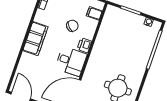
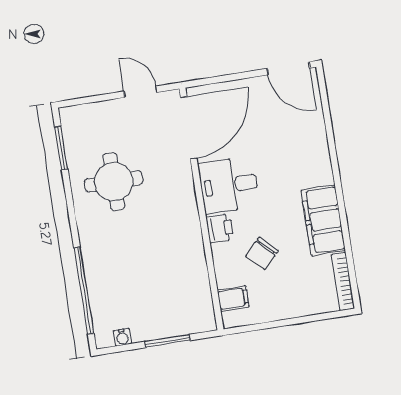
filing cabinet: (35, 39) -> (323, 220), moved

